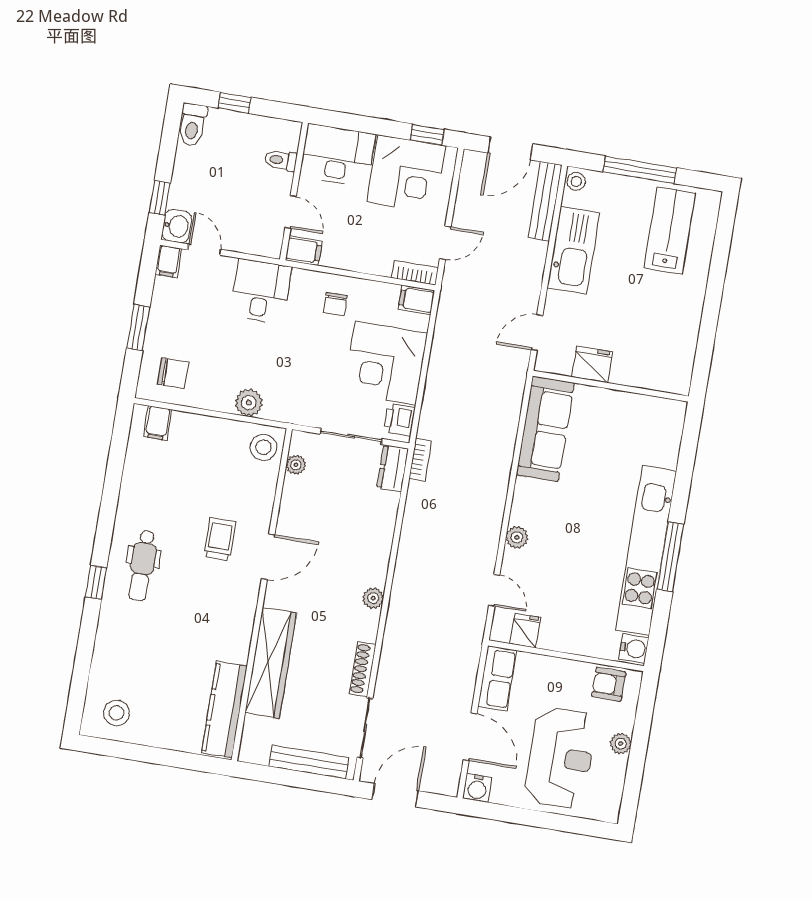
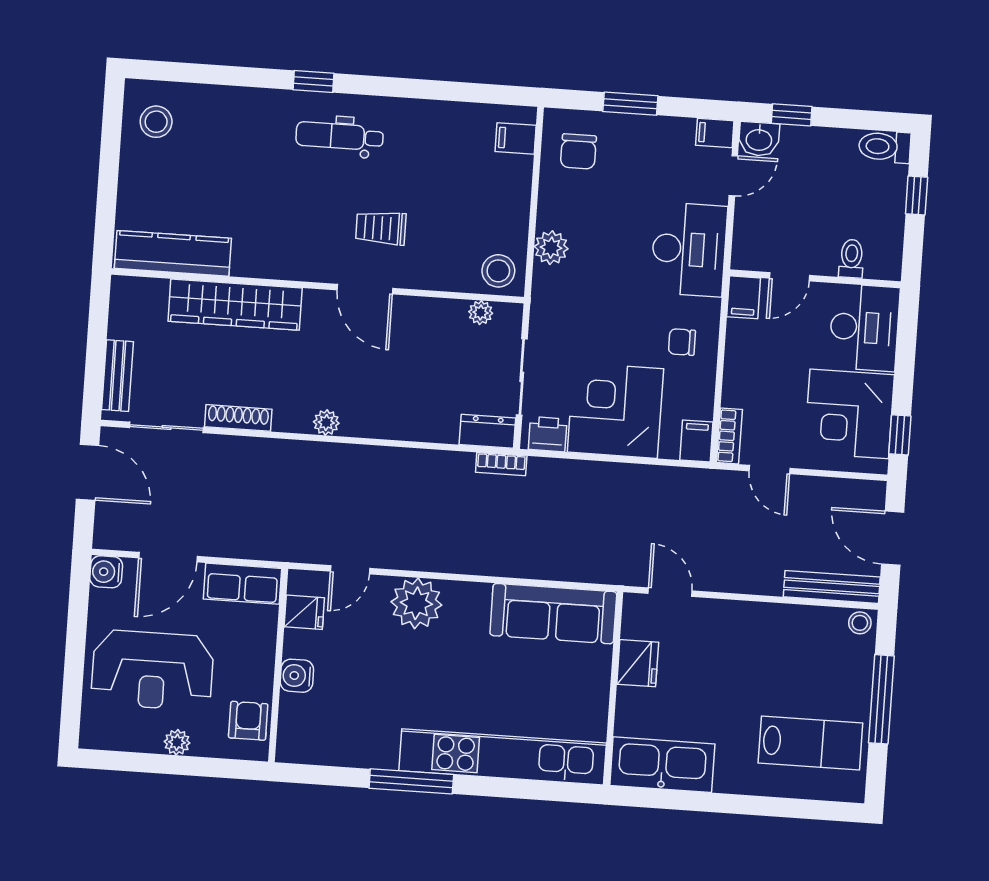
kitchen sink: (573, 250) -> (662, 765), moved, turned 180
desk: (261, 291) -> (689, 249), width x1.37
plant: (517, 537) -> (416, 603), width x1.88, depth x1.88
trolley: (220, 539) -> (381, 228), turned 180
kitchen unit: (646, 551) -> (503, 757), moved
water cooler: (634, 648) -> (297, 676), moved, turned 90
bench: (309, 762) -> (117, 376), width x0.73

